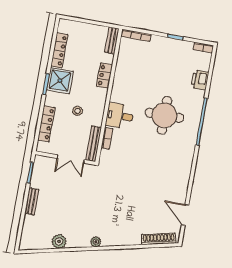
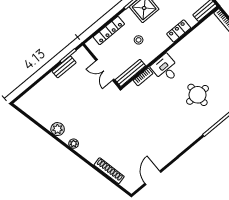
round table: (164, 115) -> (198, 95), width x0.73, depth x0.73
bench: (32, 201) -> (64, 67), moved
shoe rack: (159, 239) -> (109, 171), moved
plant: (59, 241) -> (58, 129), moved

